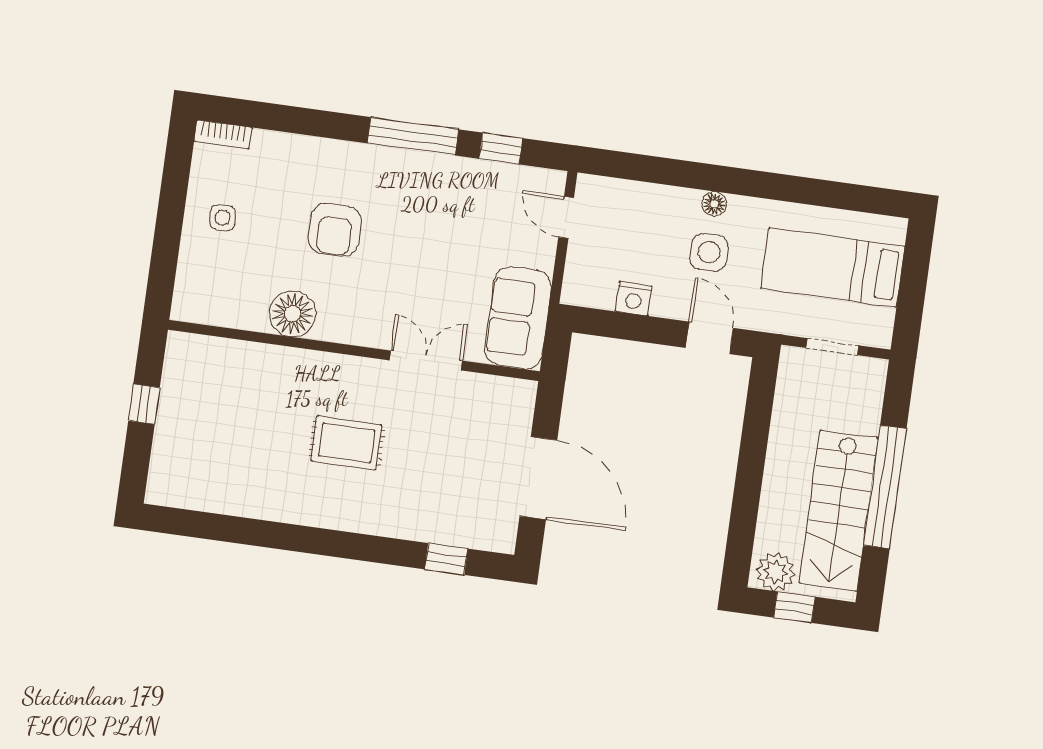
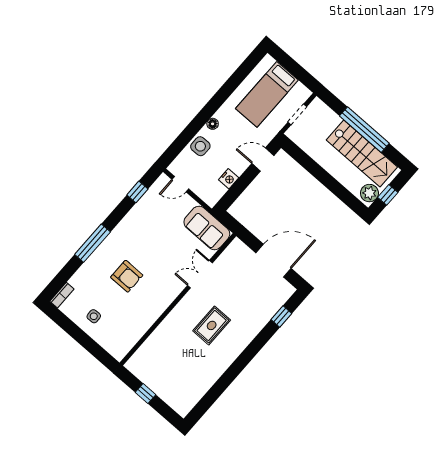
window: (413, 136) -> (93, 243), moved
side table: (709, 252) -> (200, 146), moved
floor lamp: (293, 314) -> (148, 314), removed

